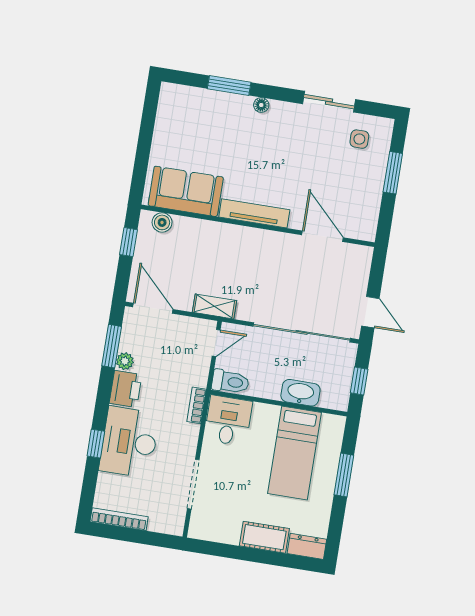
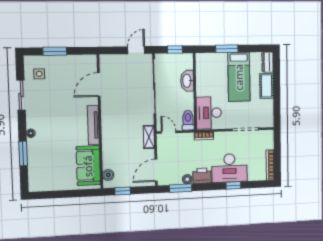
desk: (228, 421) -> (209, 113), width x1.37
bed: (294, 453) -> (239, 77), moved, turned 90

